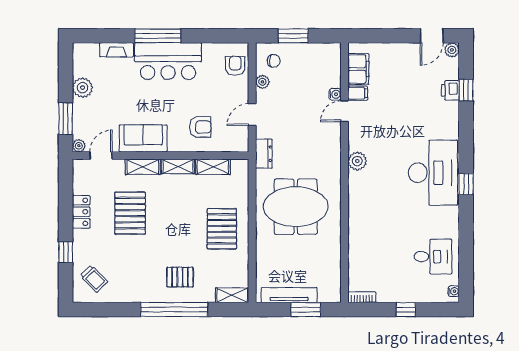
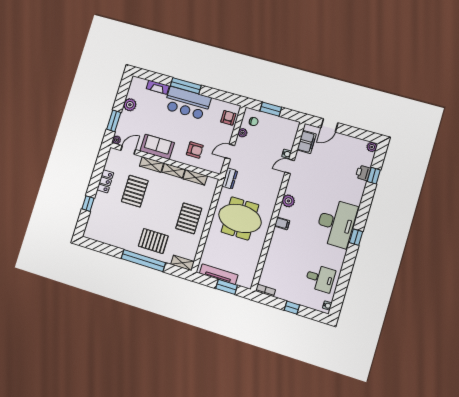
door: (432, 36) -> (329, 125), moved
filing cabinet: (358, 93) -> (282, 223), moved
pallet: (180, 277) -> (153, 241), width x1.50, depth x1.42
trolley: (94, 279) -> (100, 226), removed

